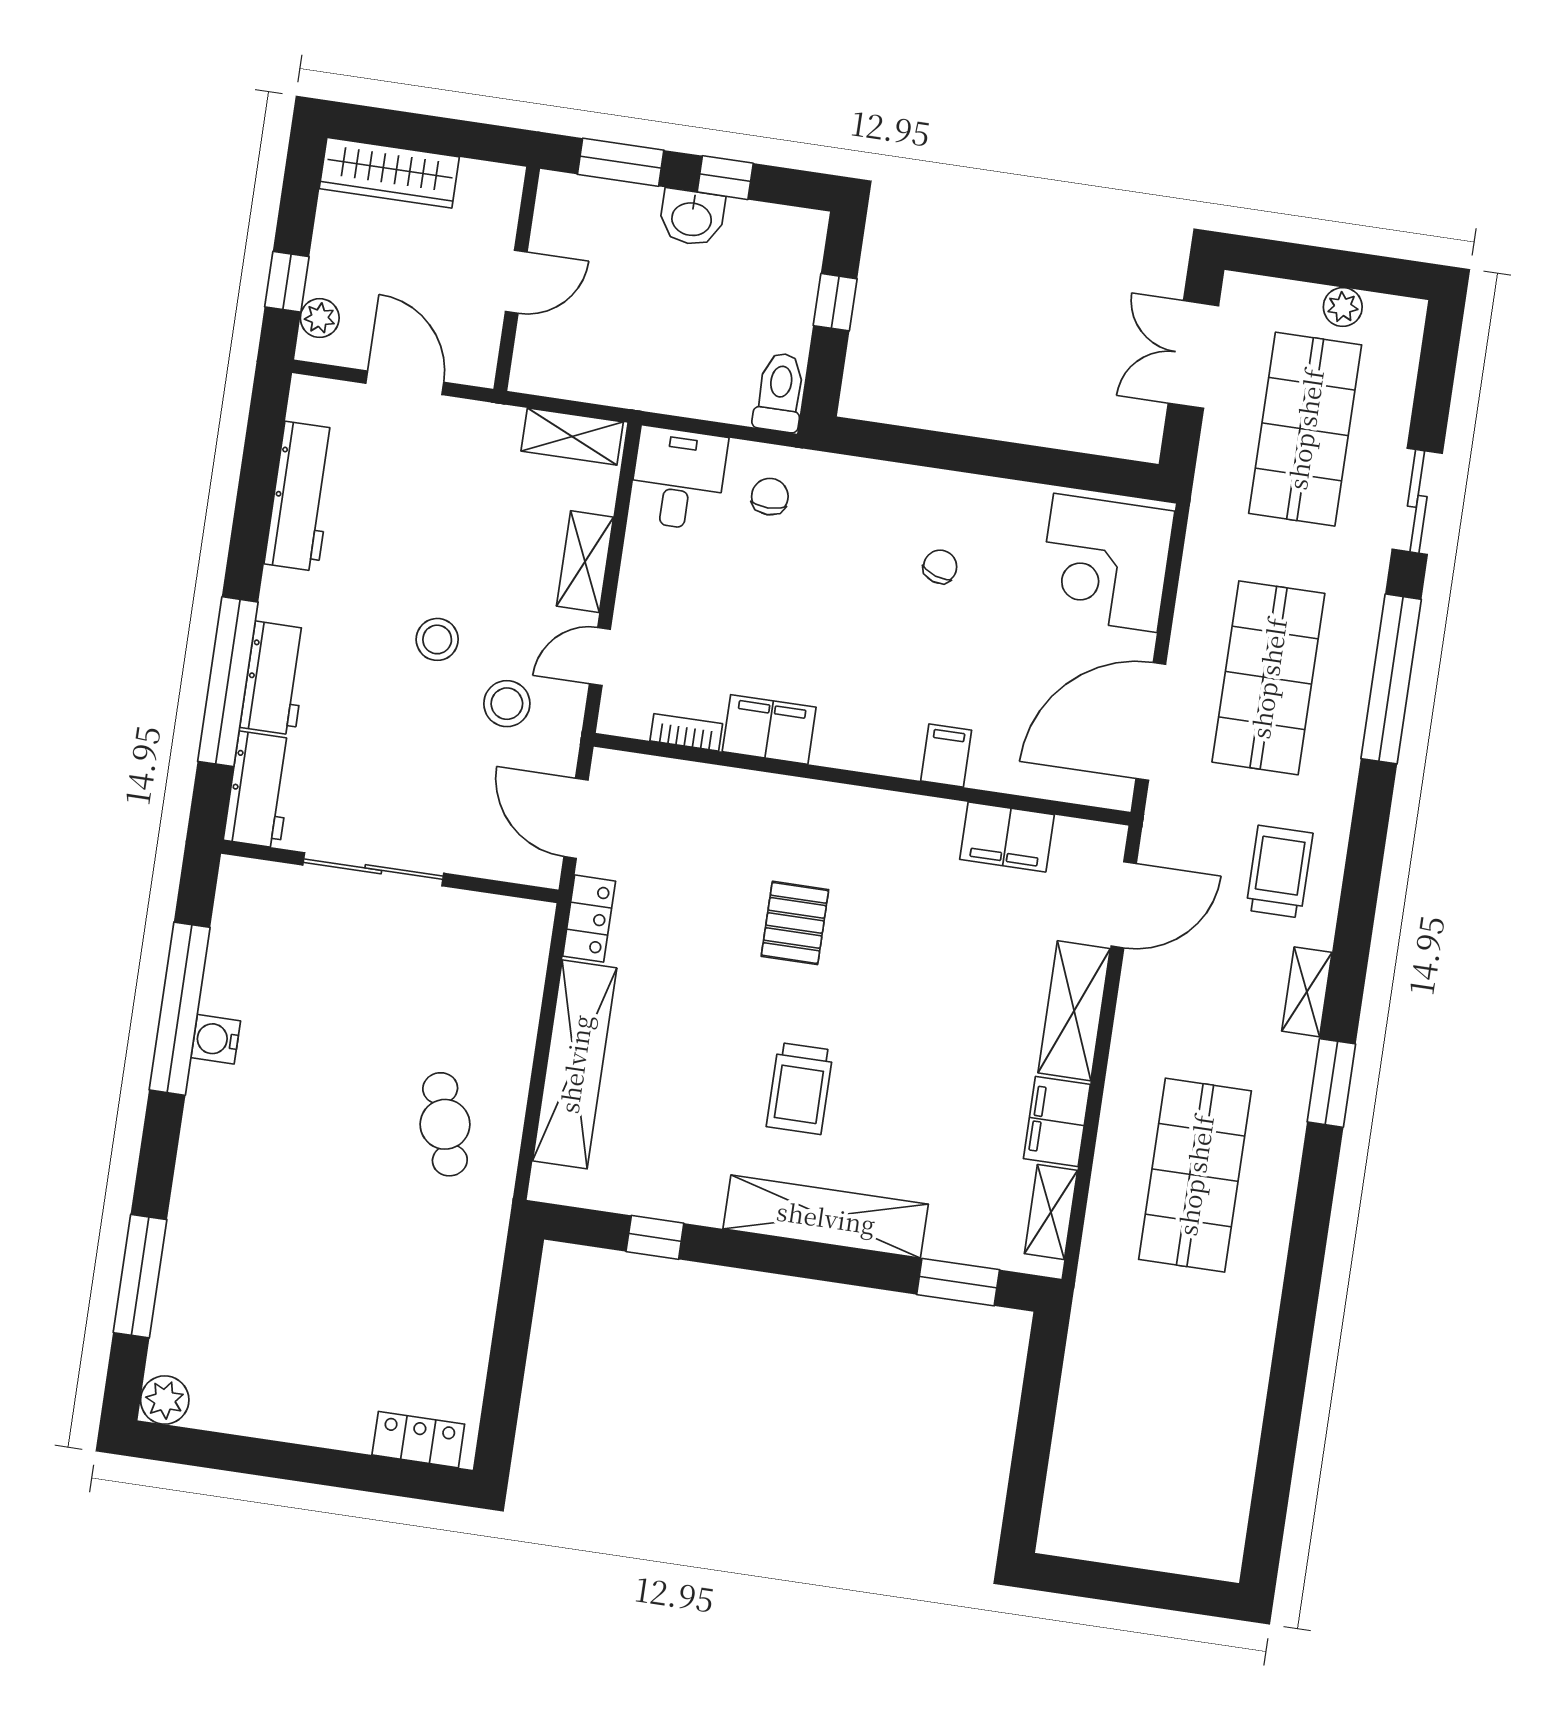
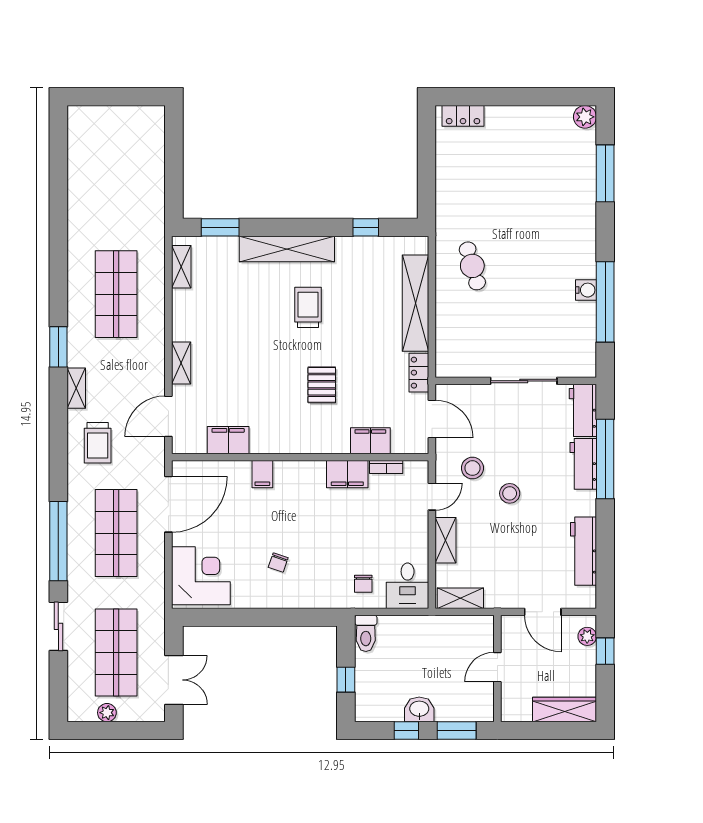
shelving: (1074, 1011) -> (181, 363), width x0.67, depth x0.75
filing cabinet: (1057, 1121) -> (370, 441), moved, turned -90

